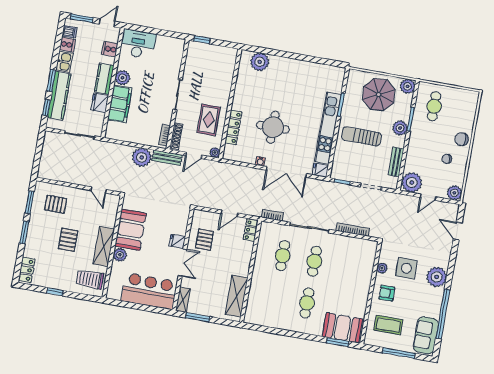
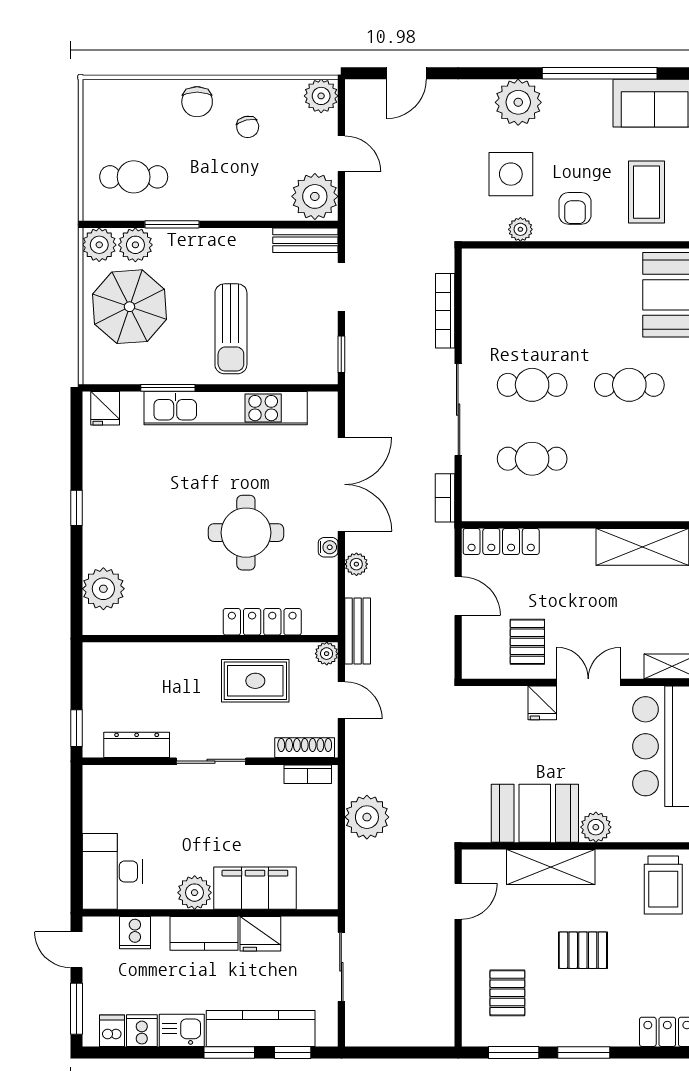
window: (296, 56) -> (77, 508), added
dresser: (190, 64) -> (137, 745), added
plant: (400, 128) -> (135, 245), moved
bench: (167, 158) -> (358, 631), moved
bench: (396, 162) -> (305, 240), moved
fridge: (320, 170) -> (105, 408), moved
plant: (251, 172) -> (356, 564), added
locker: (251, 230) -> (501, 541), width x1.53
pallet: (205, 240) -> (527, 642), turned 90
shelving: (104, 247) -> (551, 867), moved

